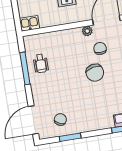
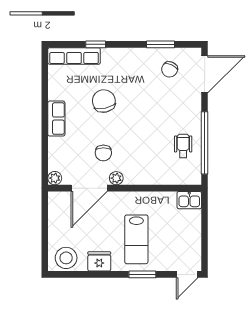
window: (25, 68) -> (205, 143), width x1.46
chair: (95, 73) -> (104, 101), moved

